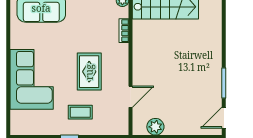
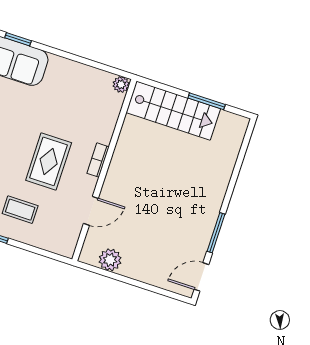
bookcase: (124, 31) -> (98, 160), moved

